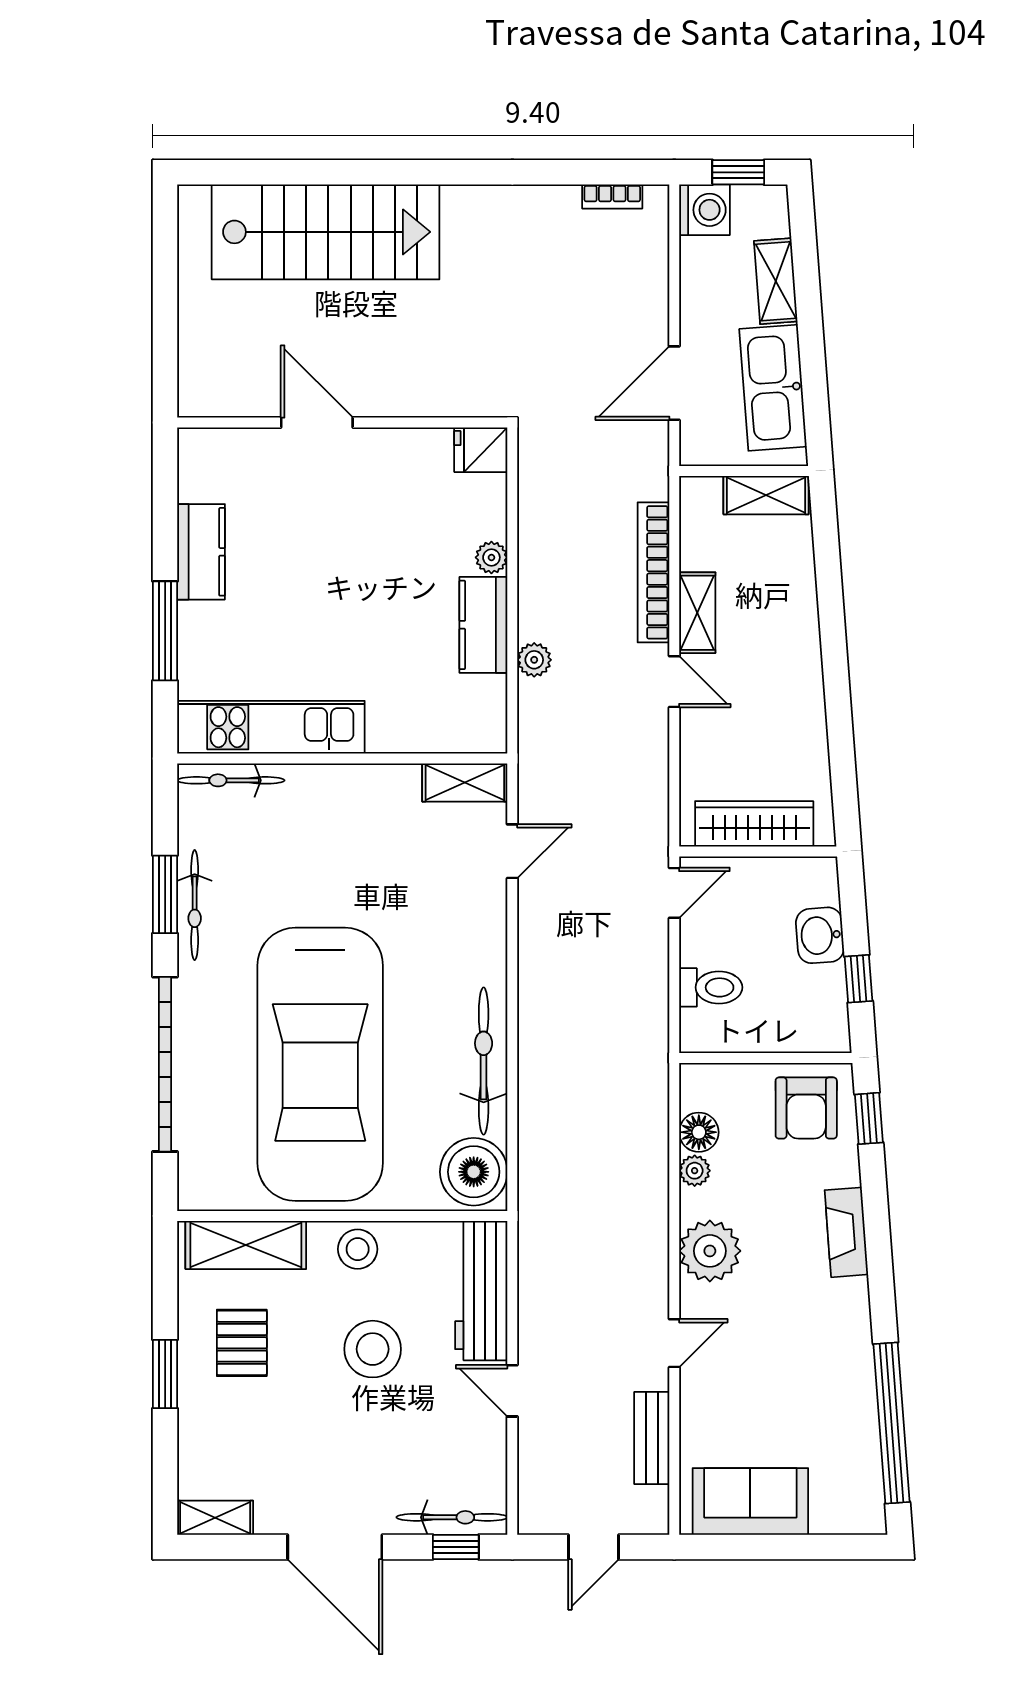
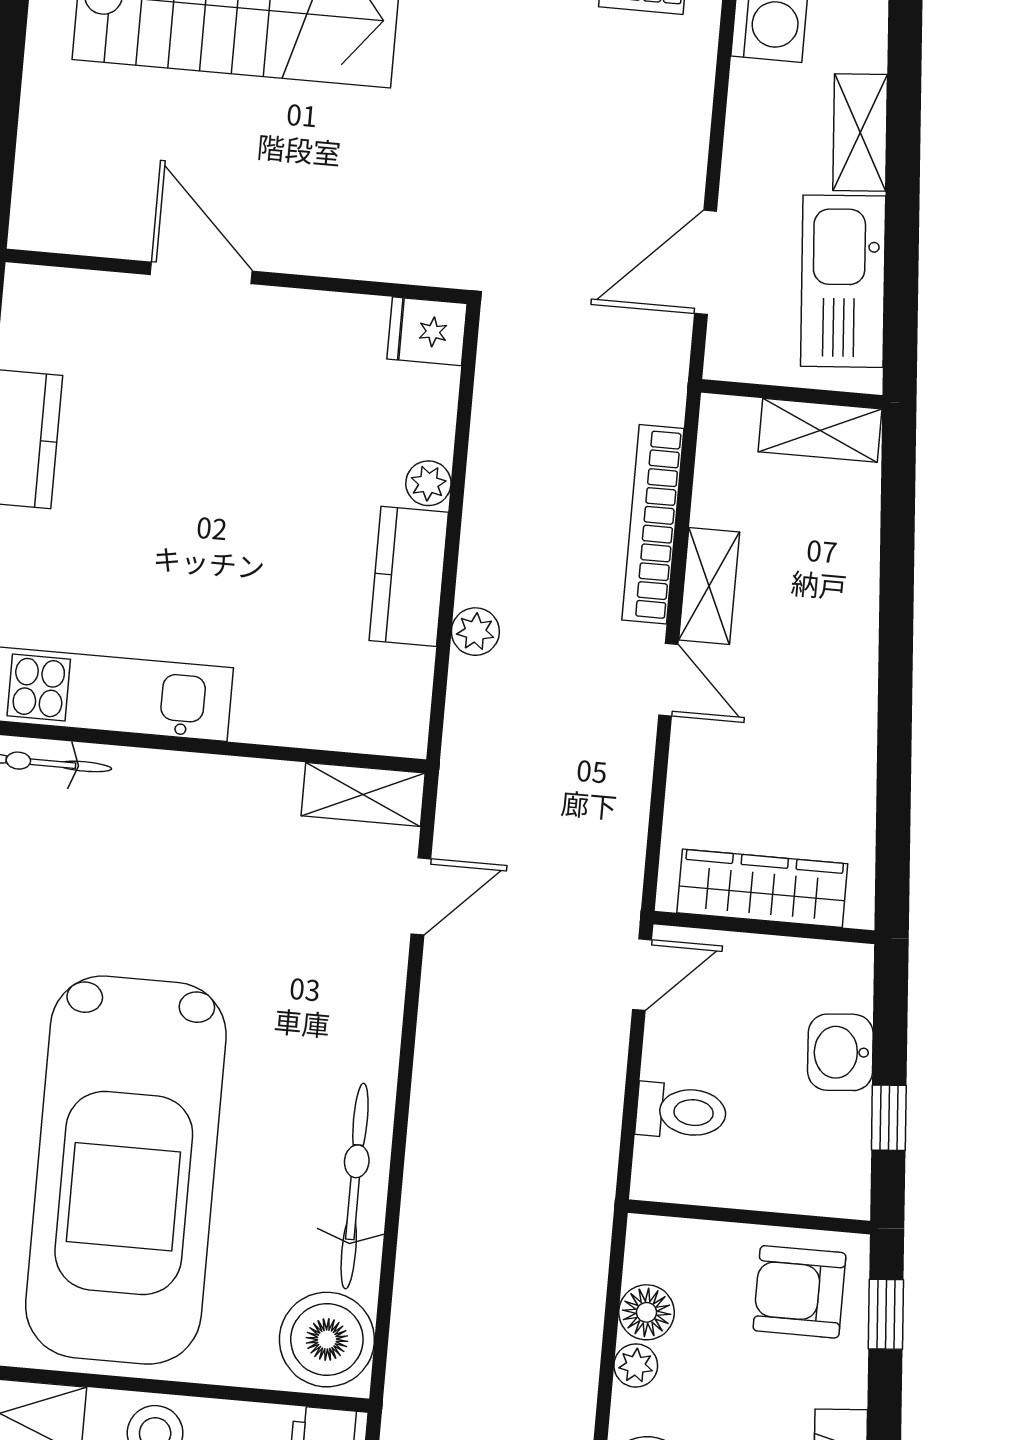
armchair: (806, 1108) -> (800, 1292), turned 90

